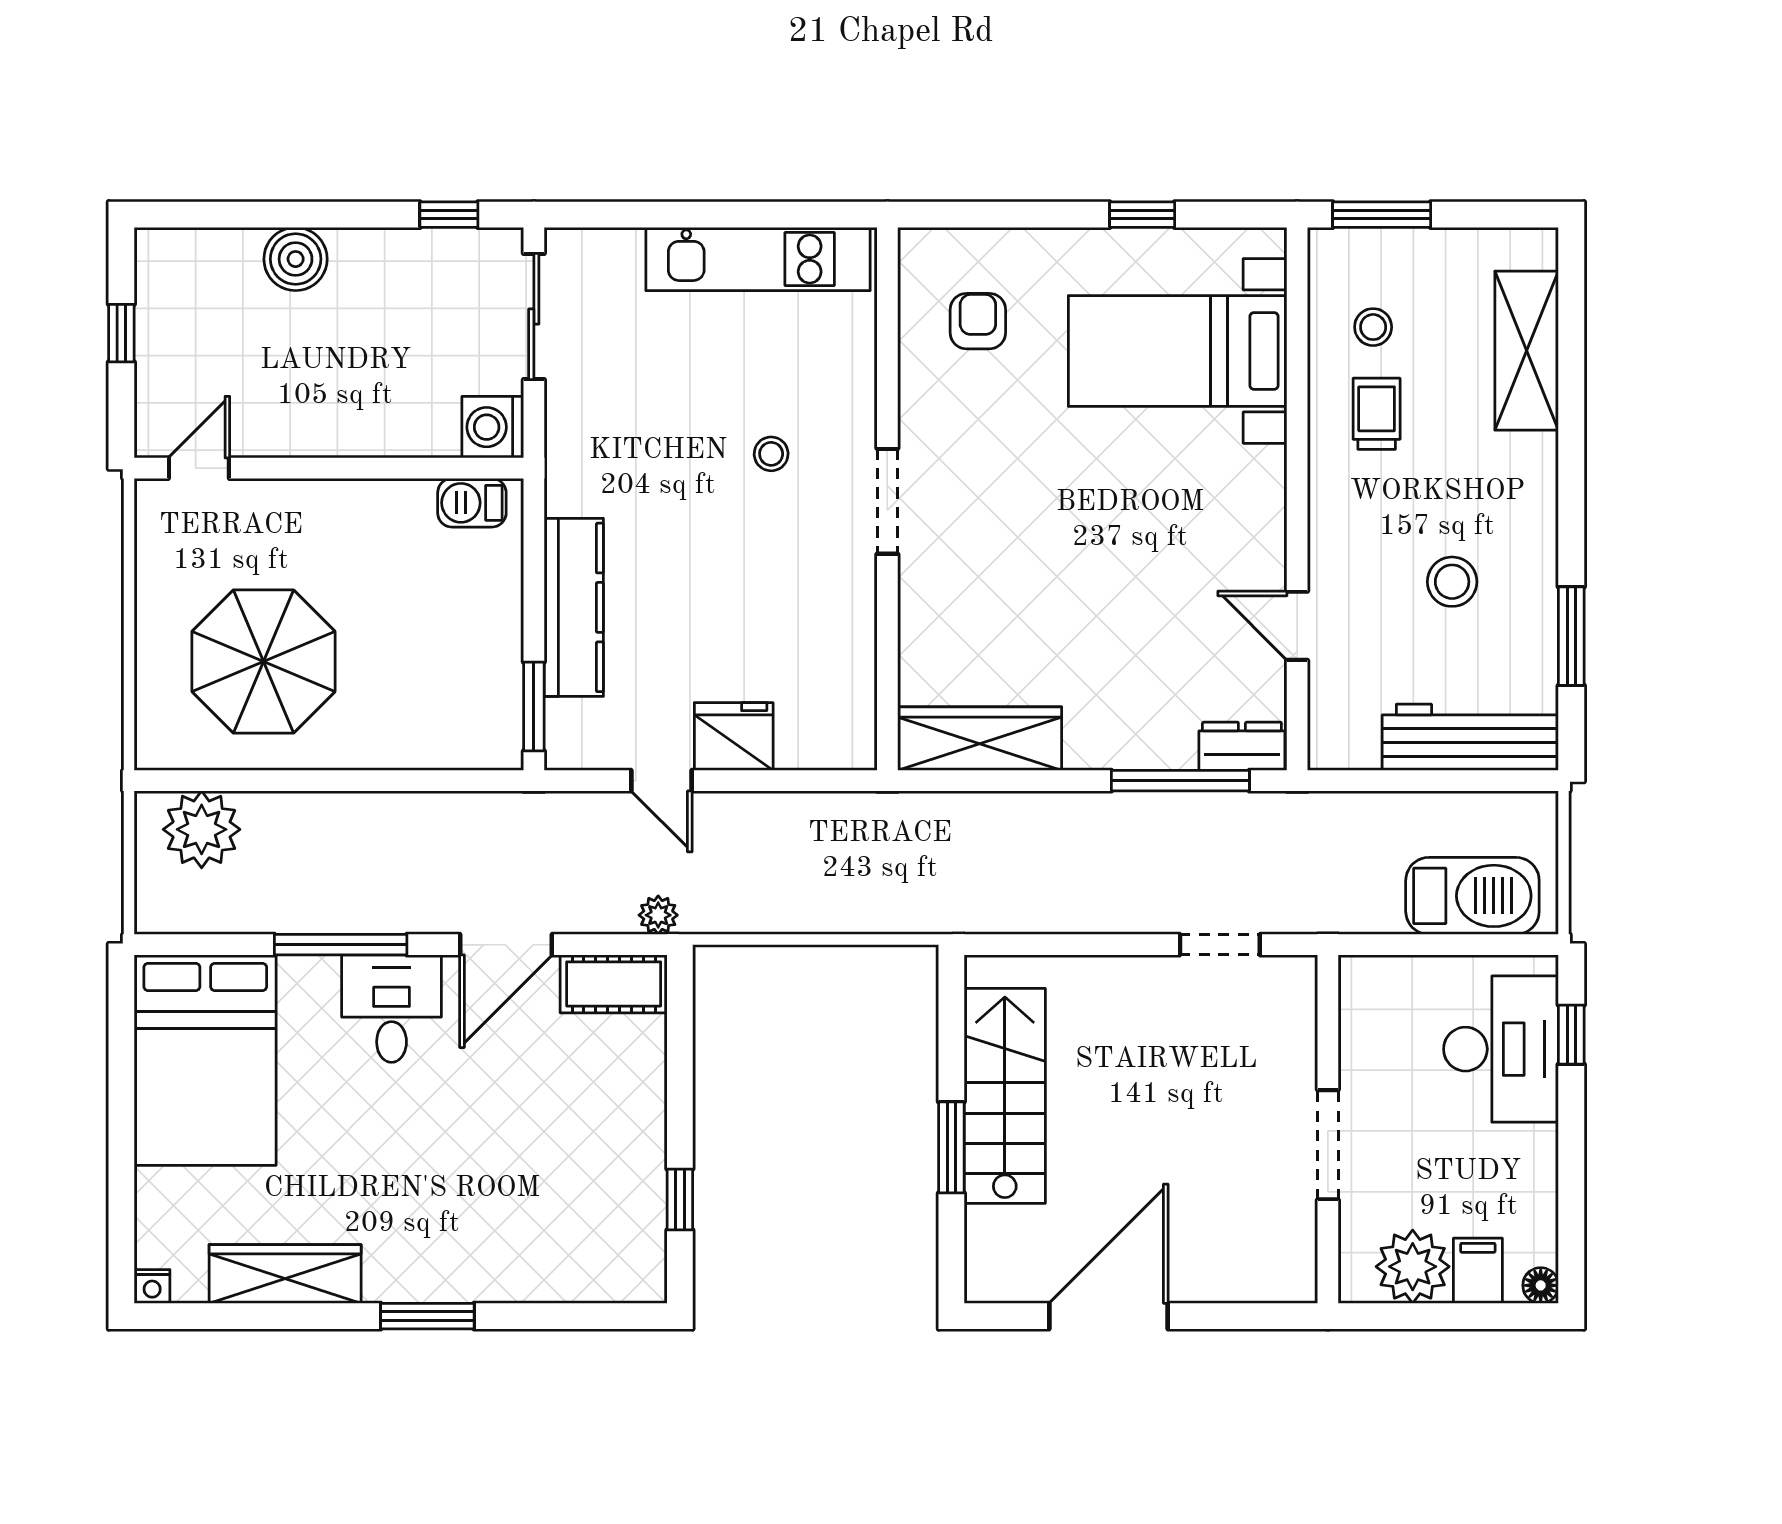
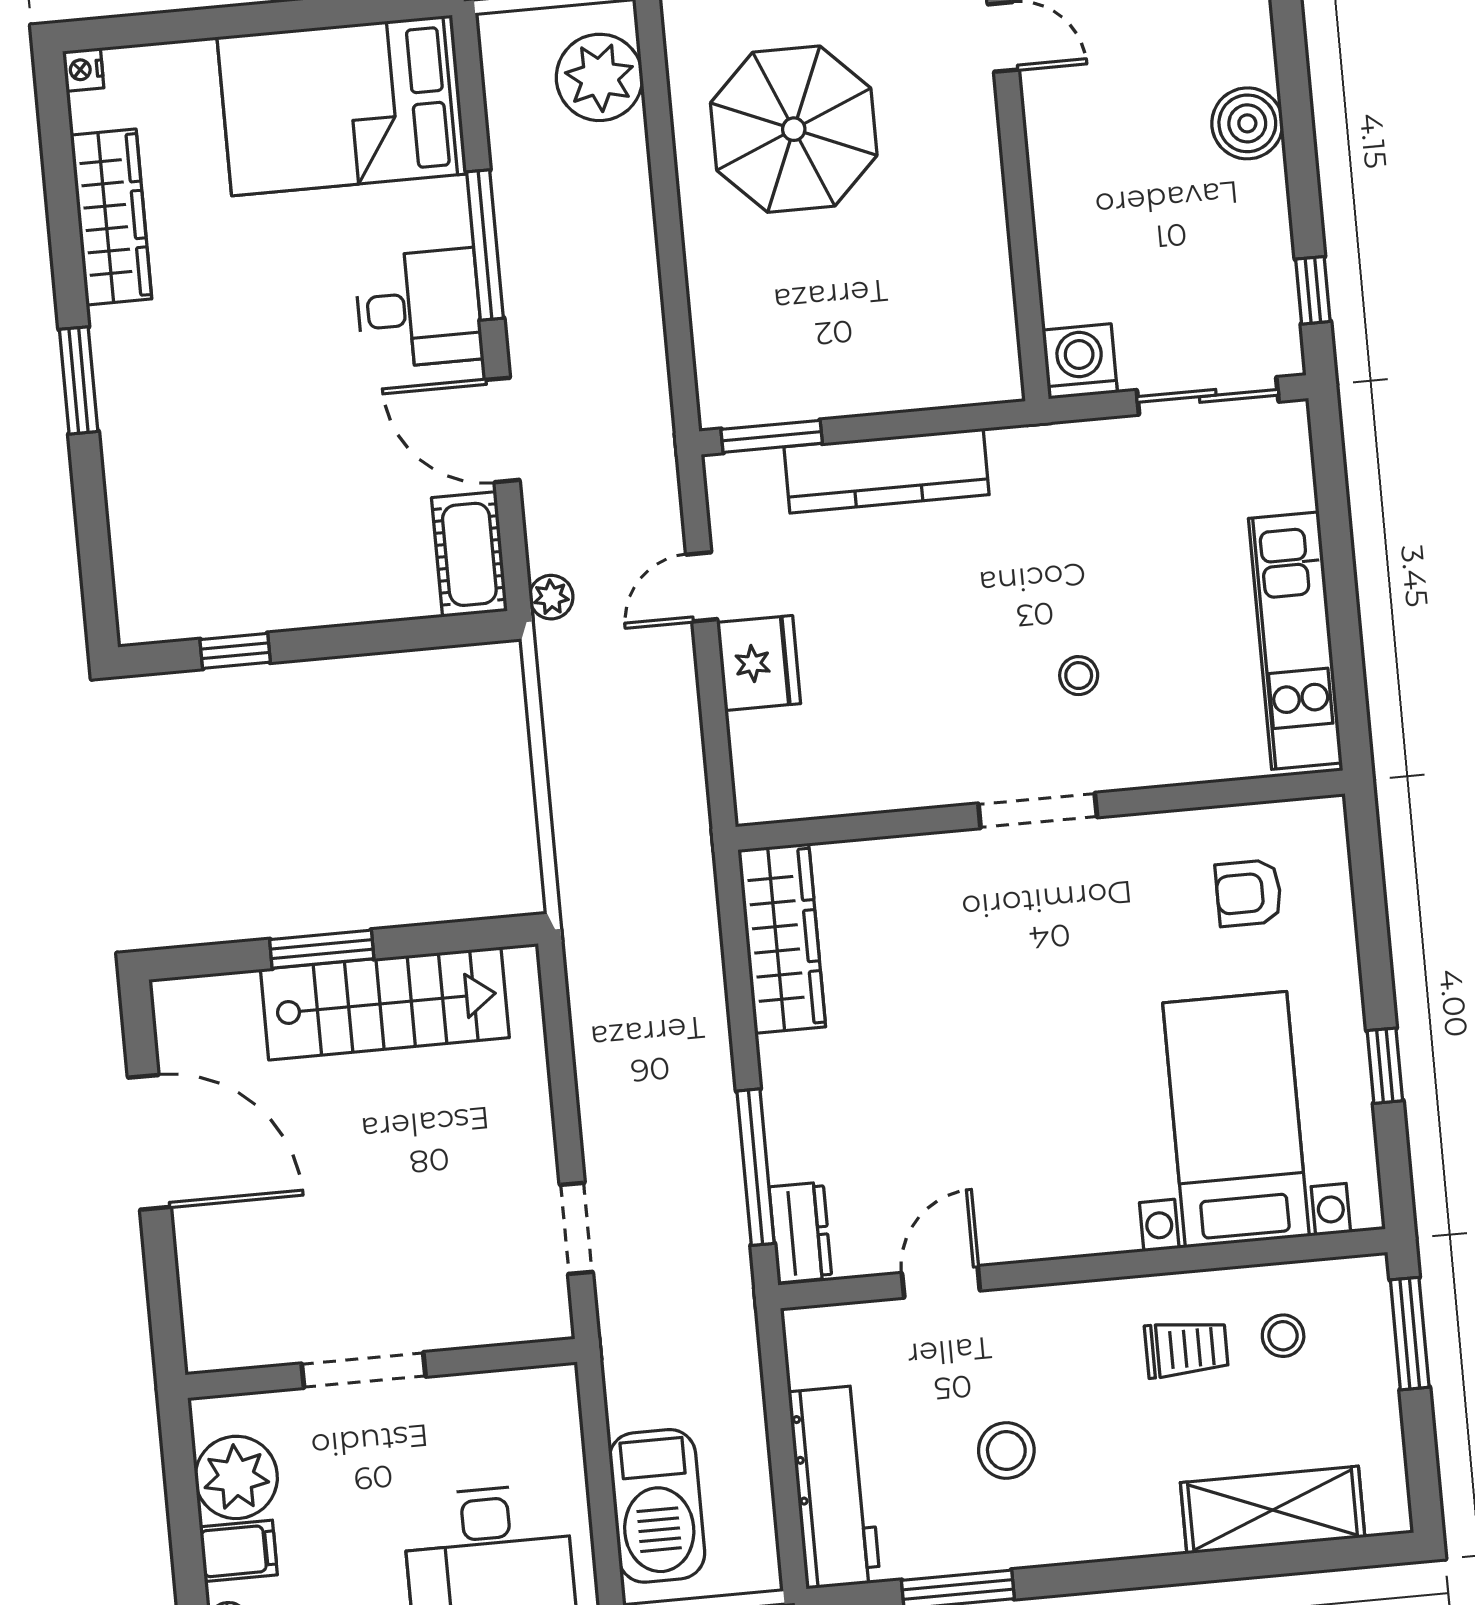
armchair: (978, 321) -> (1249, 893), turned 180
barbecue: (472, 503) -> (993, 346), removed

